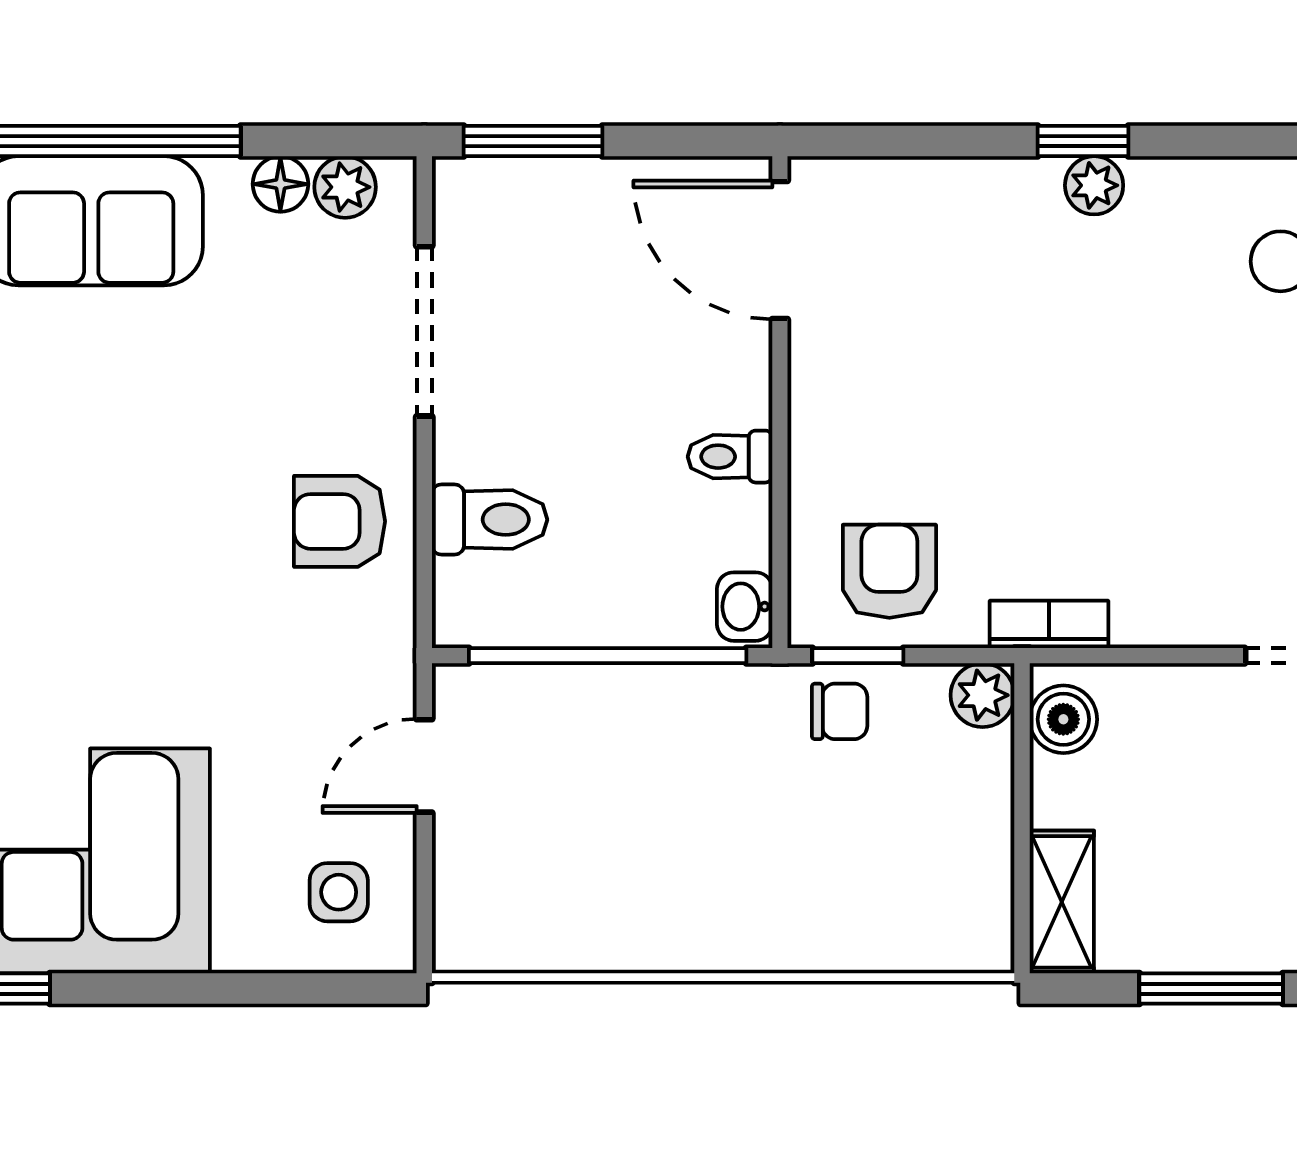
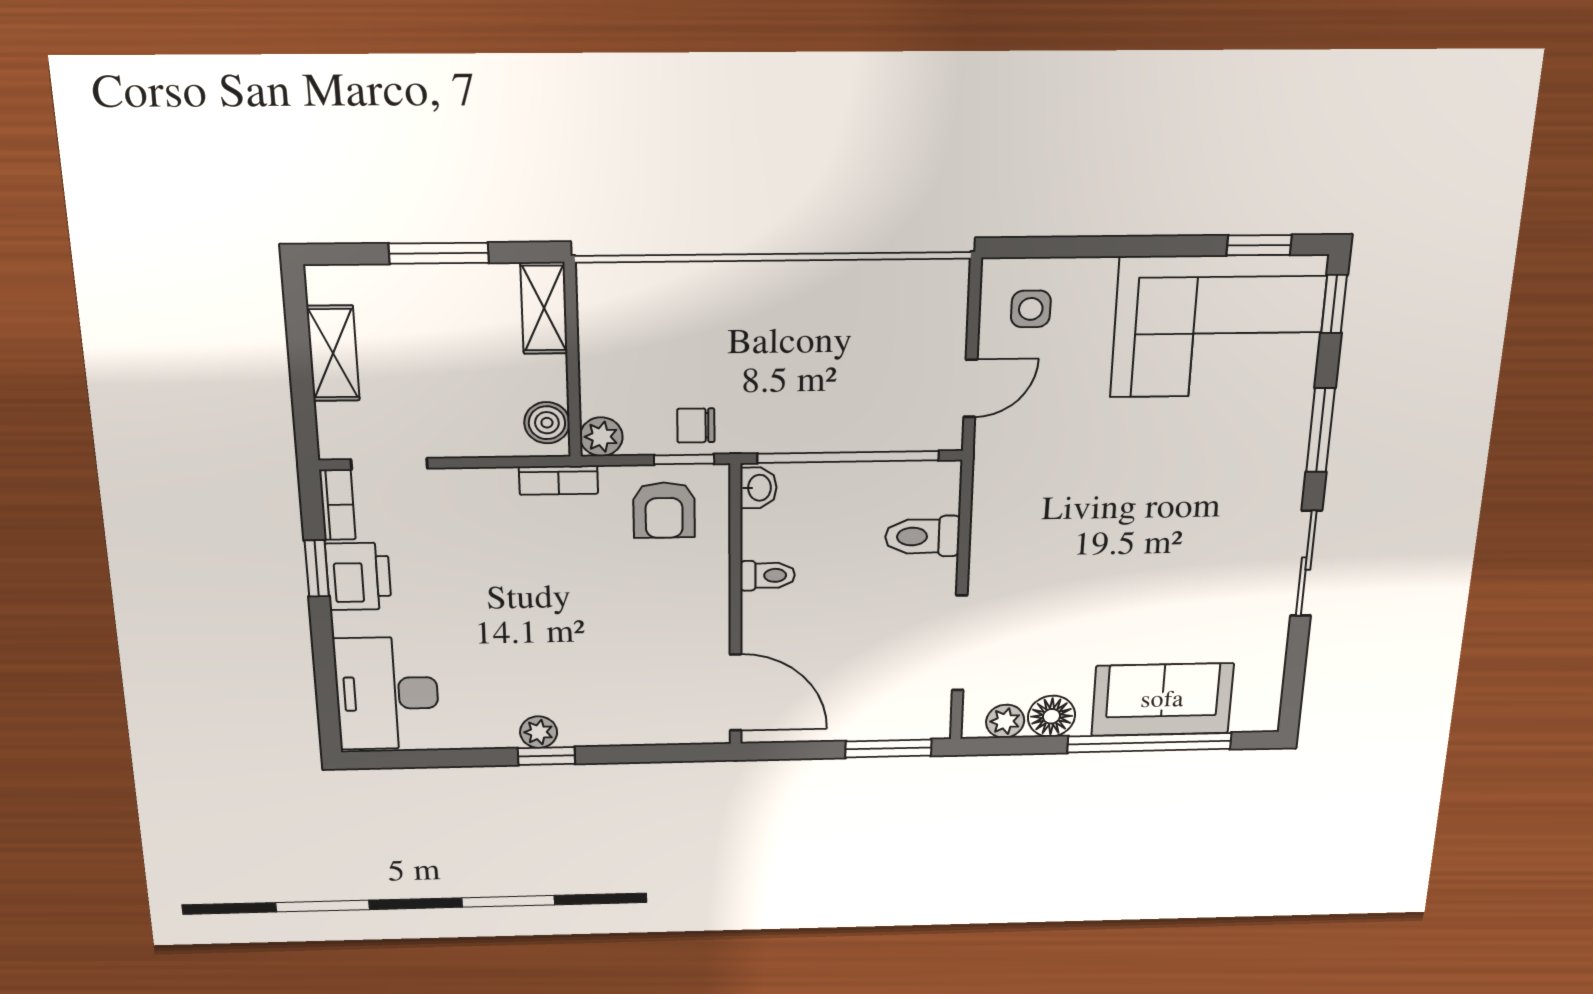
floor lamp: (280, 184) -> (1051, 716), width x1.37, depth x1.37
armchair: (340, 521) -> (1018, 534), removed

